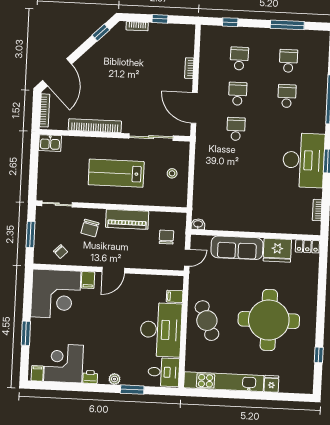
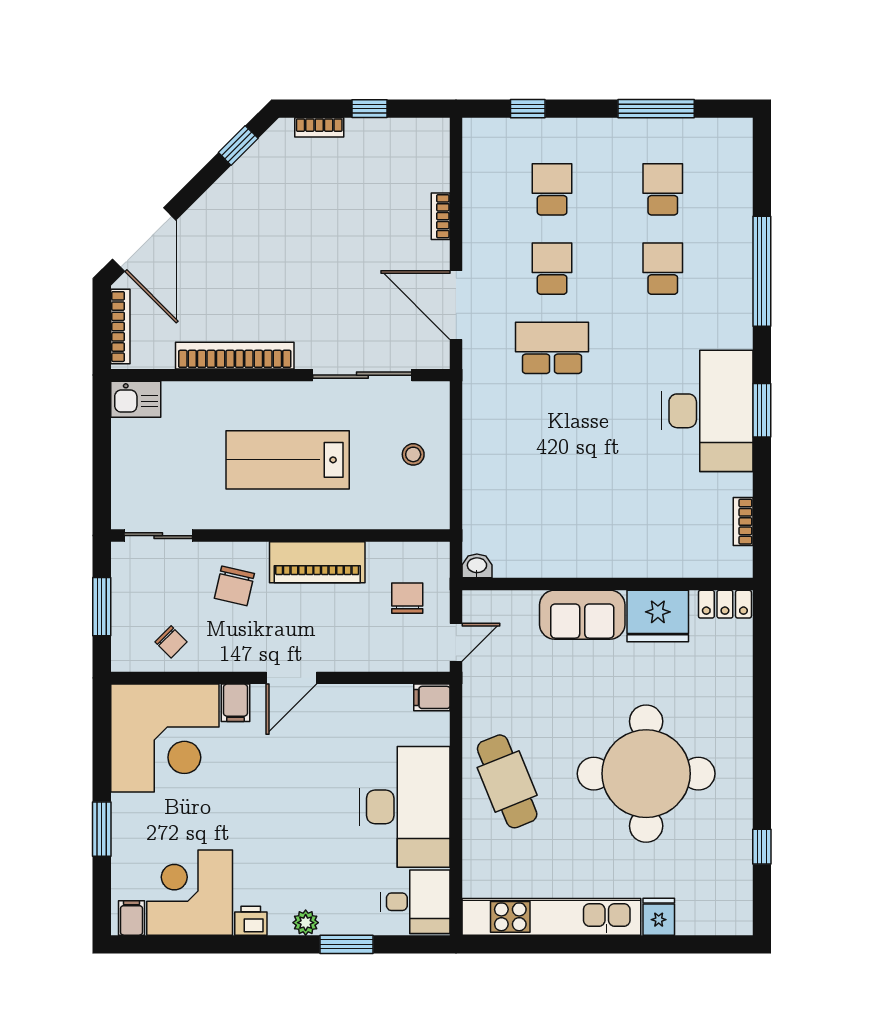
school desk: (236, 129) -> (552, 348), width x1.85
sofa: (237, 248) -> (582, 615), width x0.73
filing cabinet: (175, 296) -> (432, 697), moved

